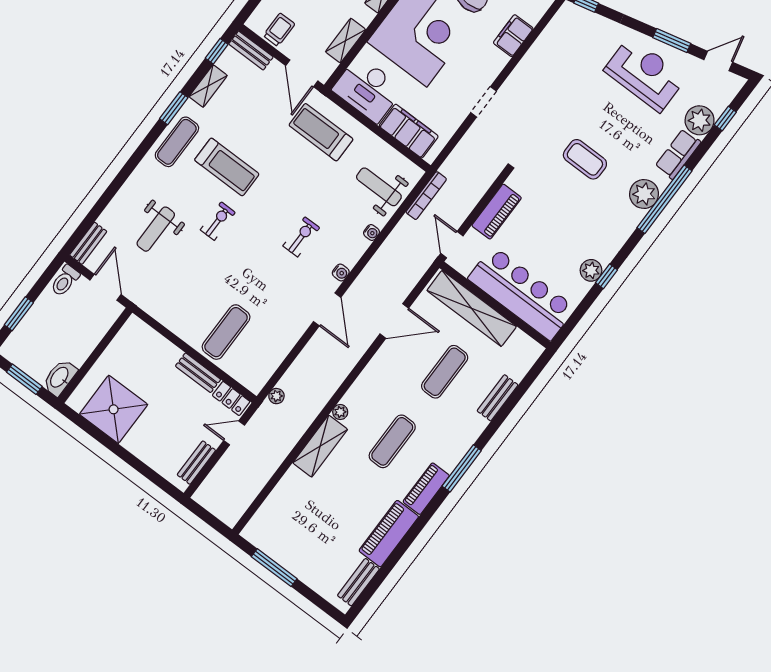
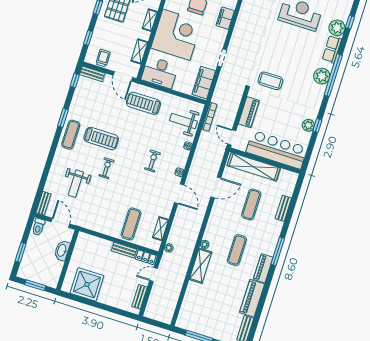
shelving: (208, 86) -> (161, 229), moved
filing cabinet: (409, 131) -> (204, 83), moved, turned -90
coffee table: (585, 159) -> (270, 81), moved
washbasin: (60, 378) -> (62, 250), moved

